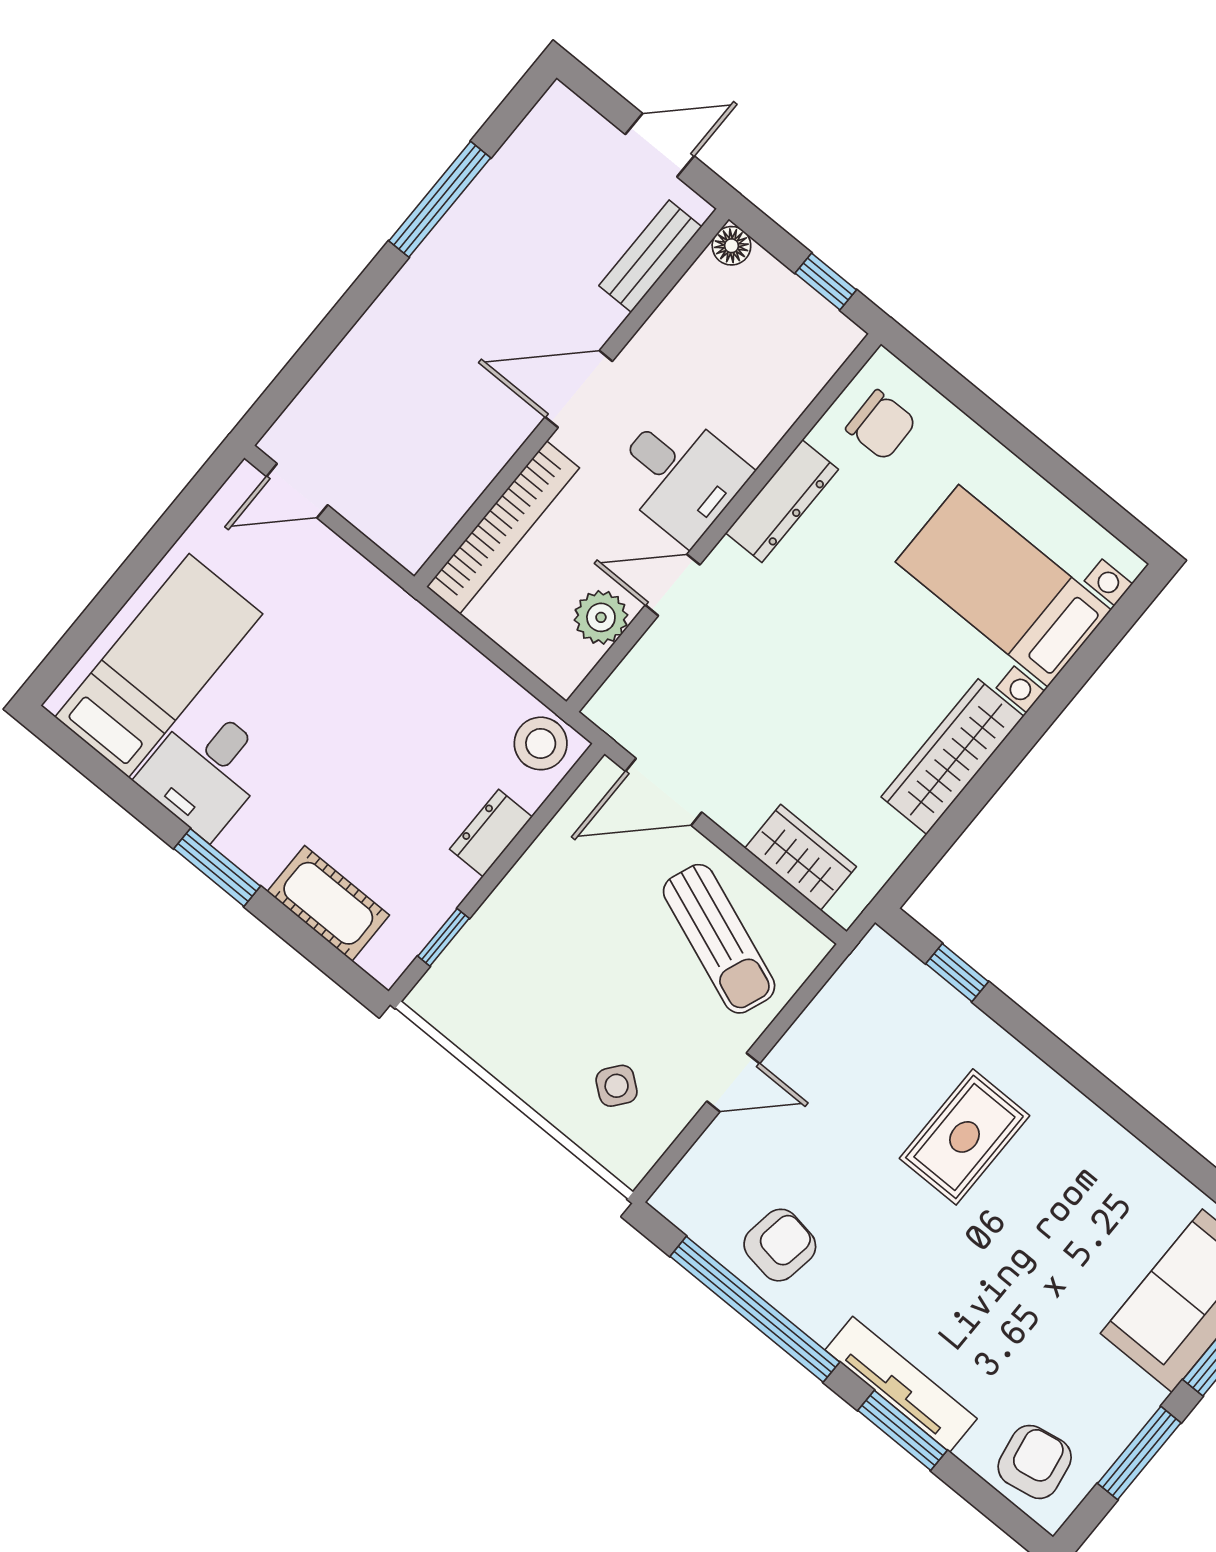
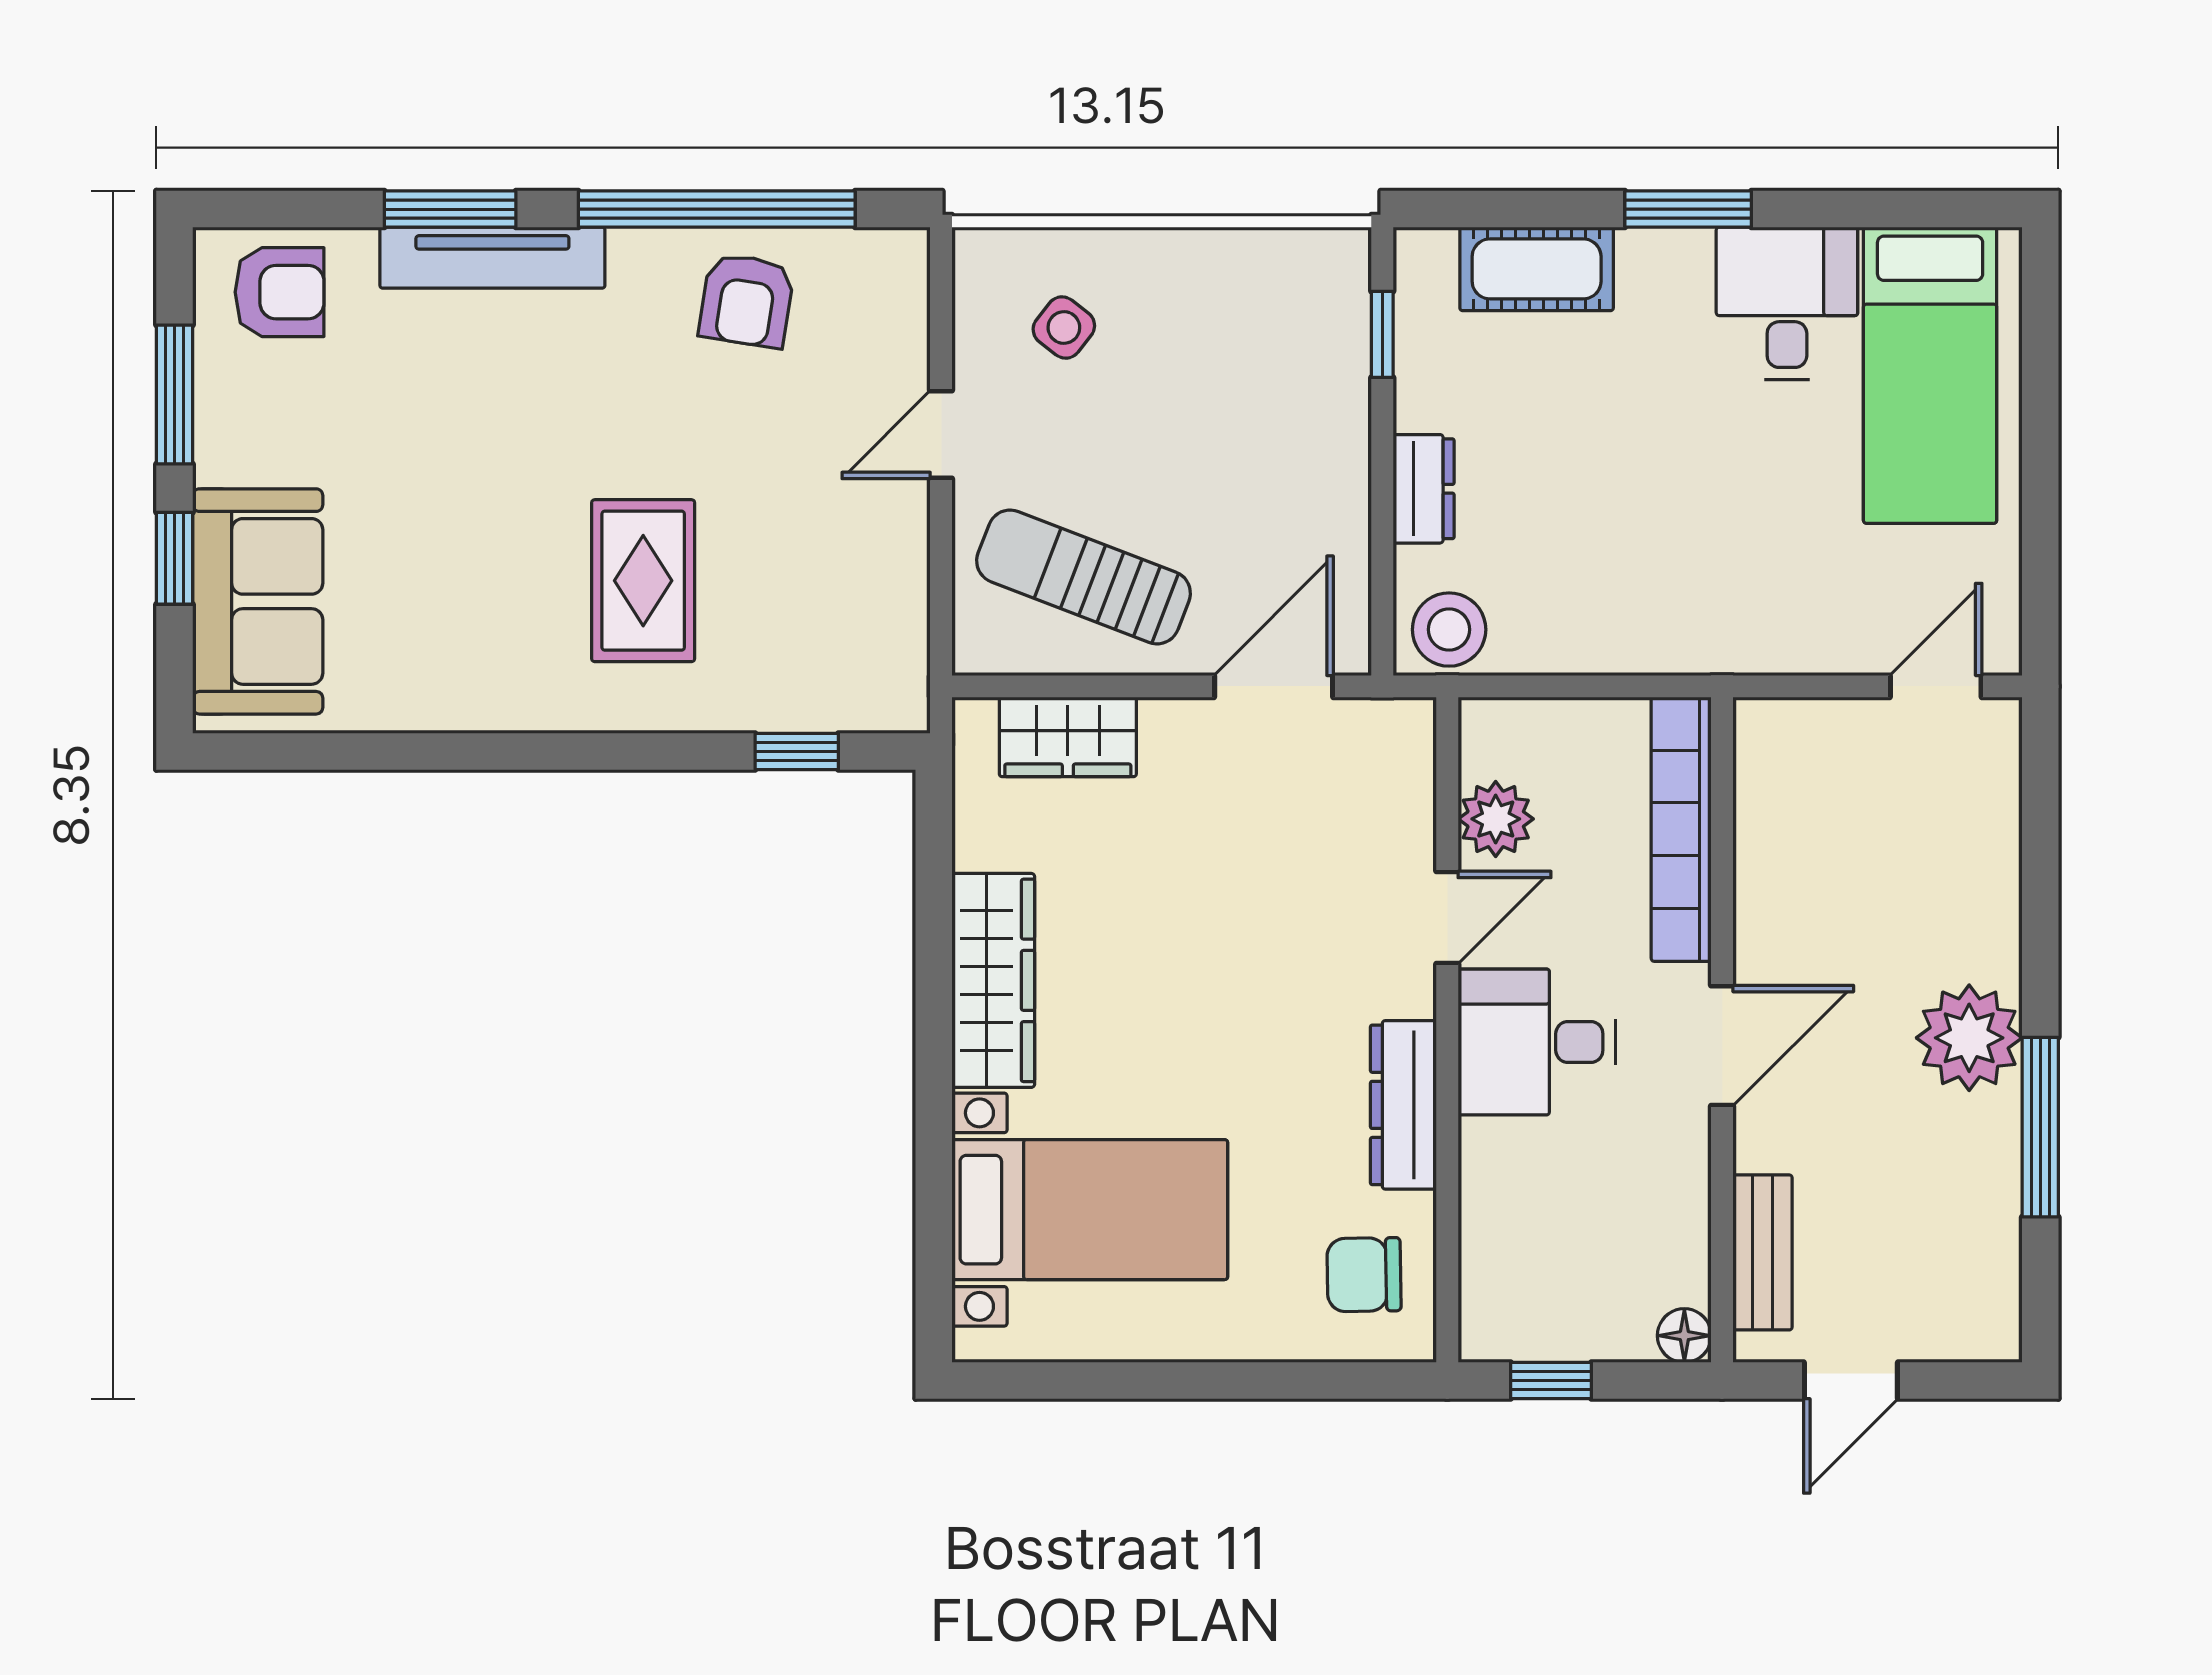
plant: (438, 281) -> (1969, 1038), added
armchair: (1035, 1462) -> (280, 292), turned -80

